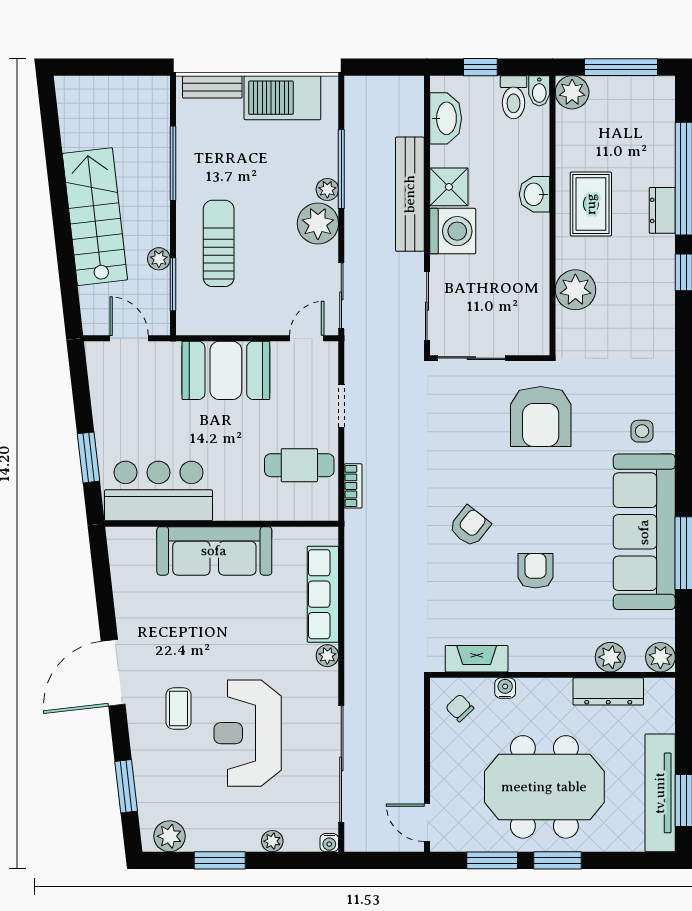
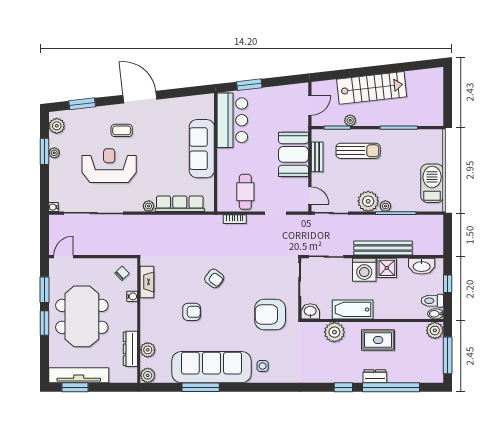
bench: (212, 87) -> (317, 157), moved
washbasin: (535, 194) -> (310, 311), moved
bathtub: (531, 254) -> (353, 309), added
plant: (272, 841) -> (54, 153), moved

